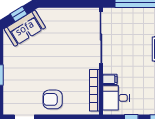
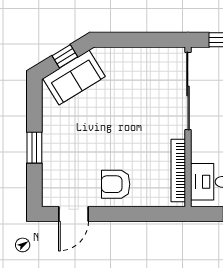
filing cabinet: (110, 79) -> (201, 154), removed

